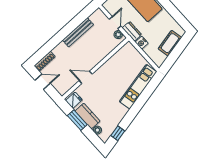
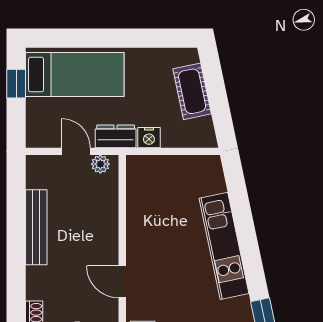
door: (86, 77) -> (122, 282), hinge flipped
kitchen unit: (138, 87) -> (224, 246), moved

